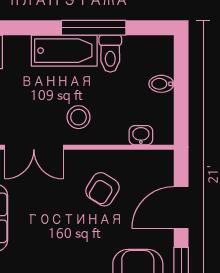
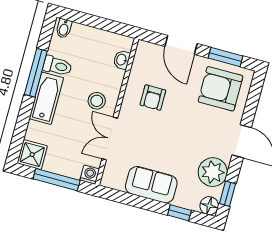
bidet: (161, 84) -> (64, 28), moved
double door: (34, 147) -> (110, 138), swing flipped
armchair: (102, 189) -> (153, 98), turned 58

